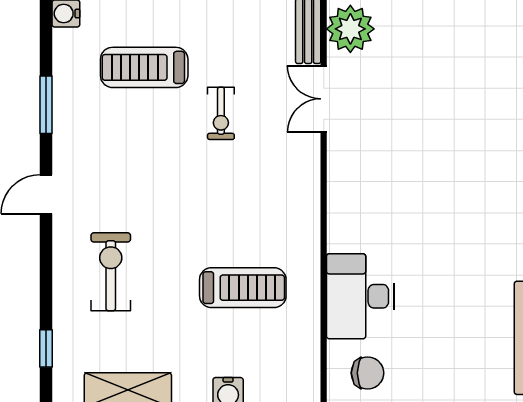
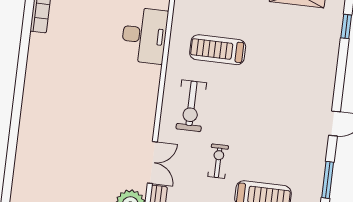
exercise bike: (111, 272) -> (191, 106), moved

